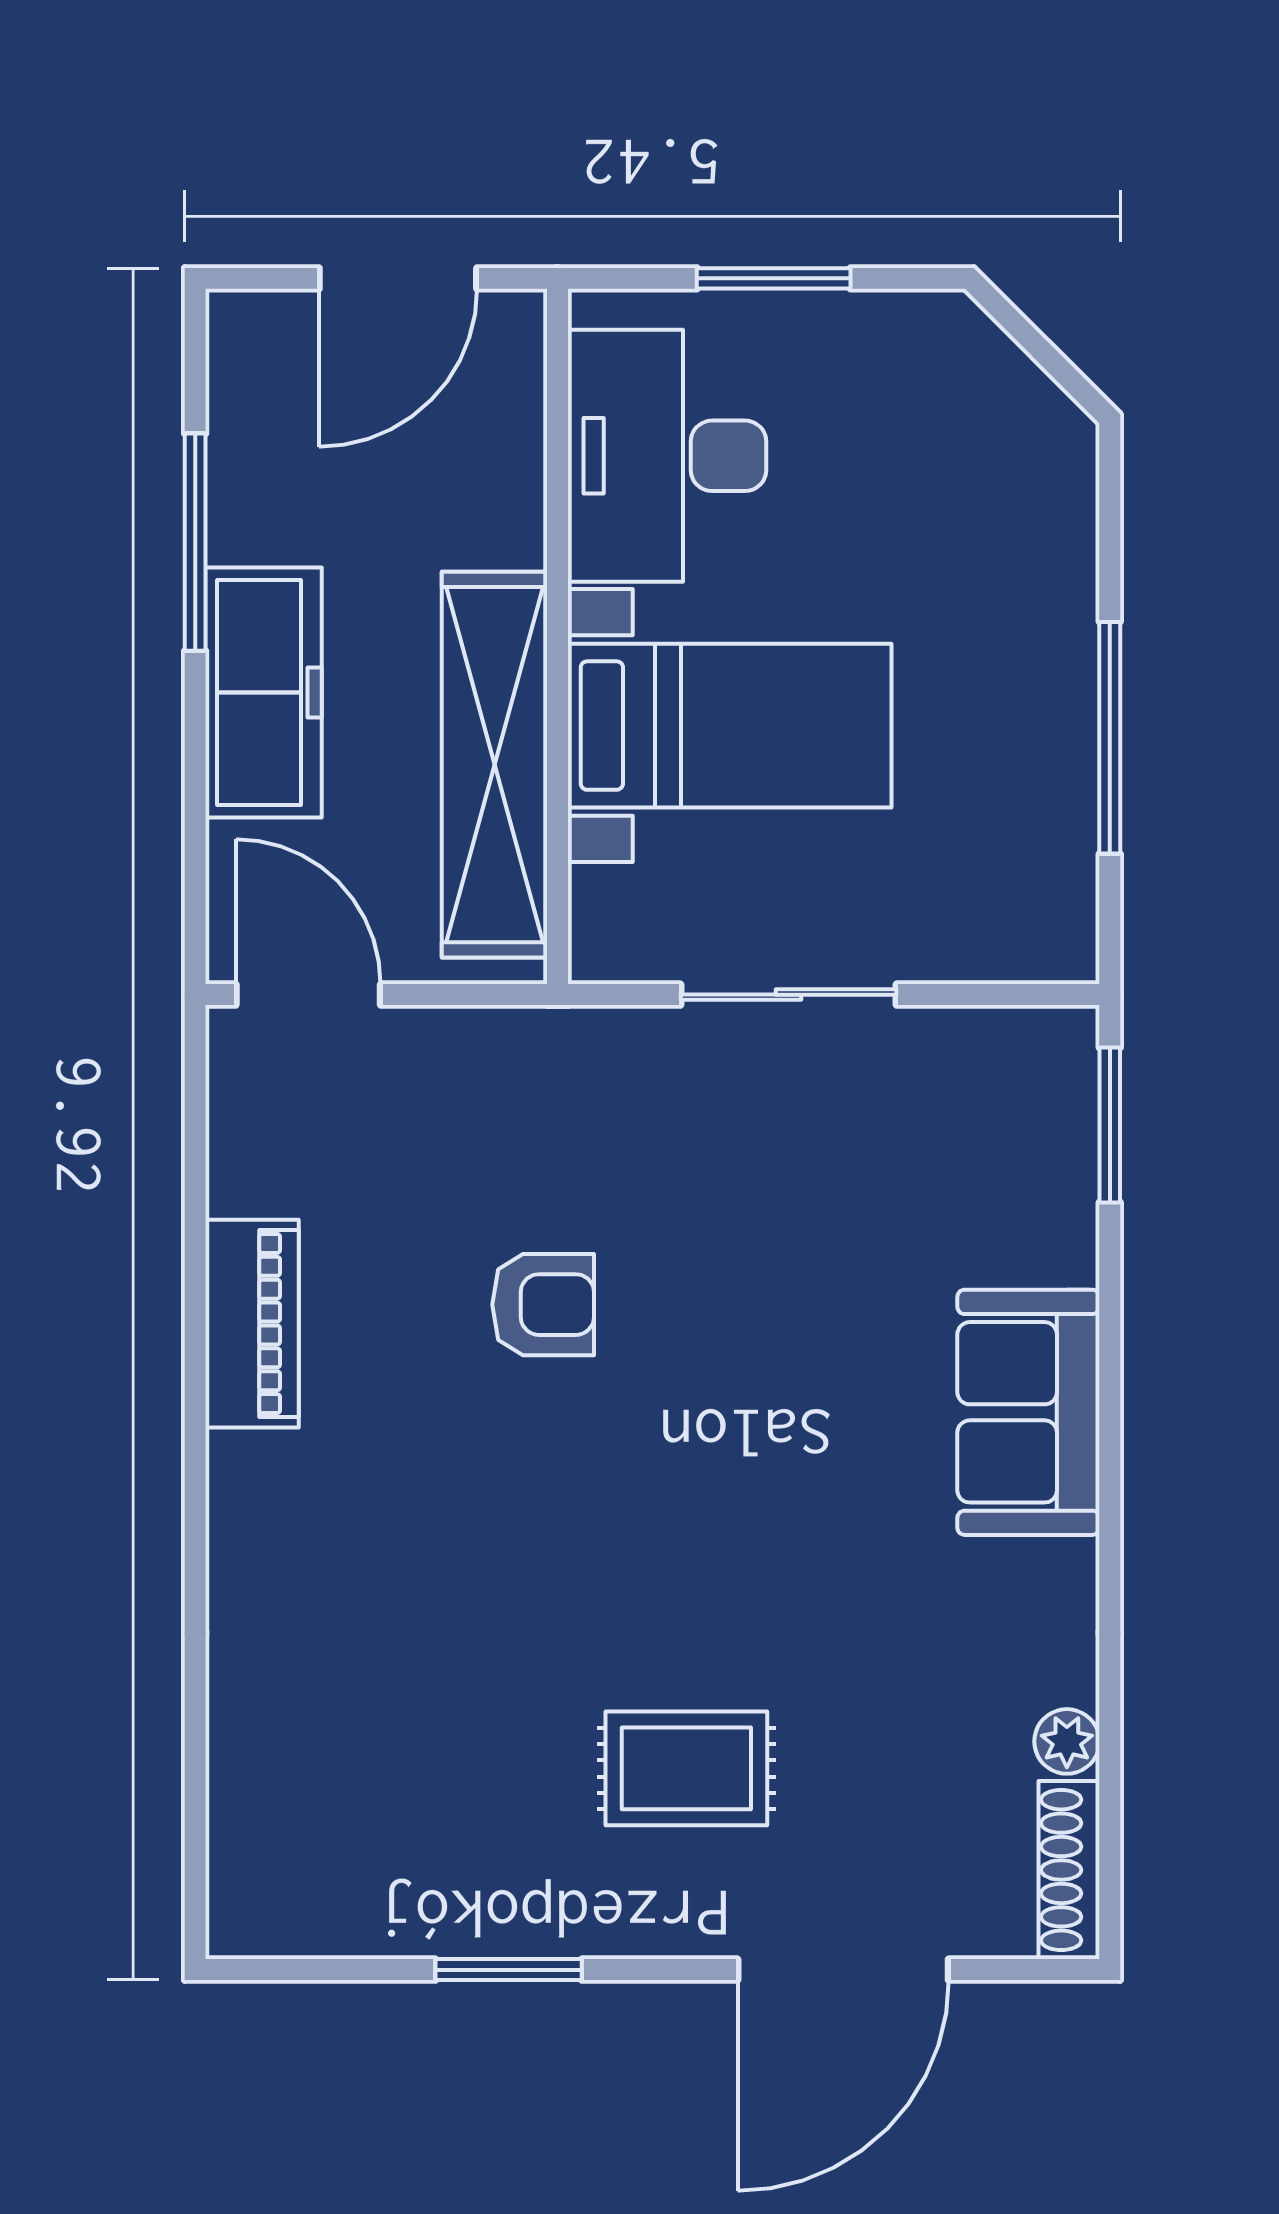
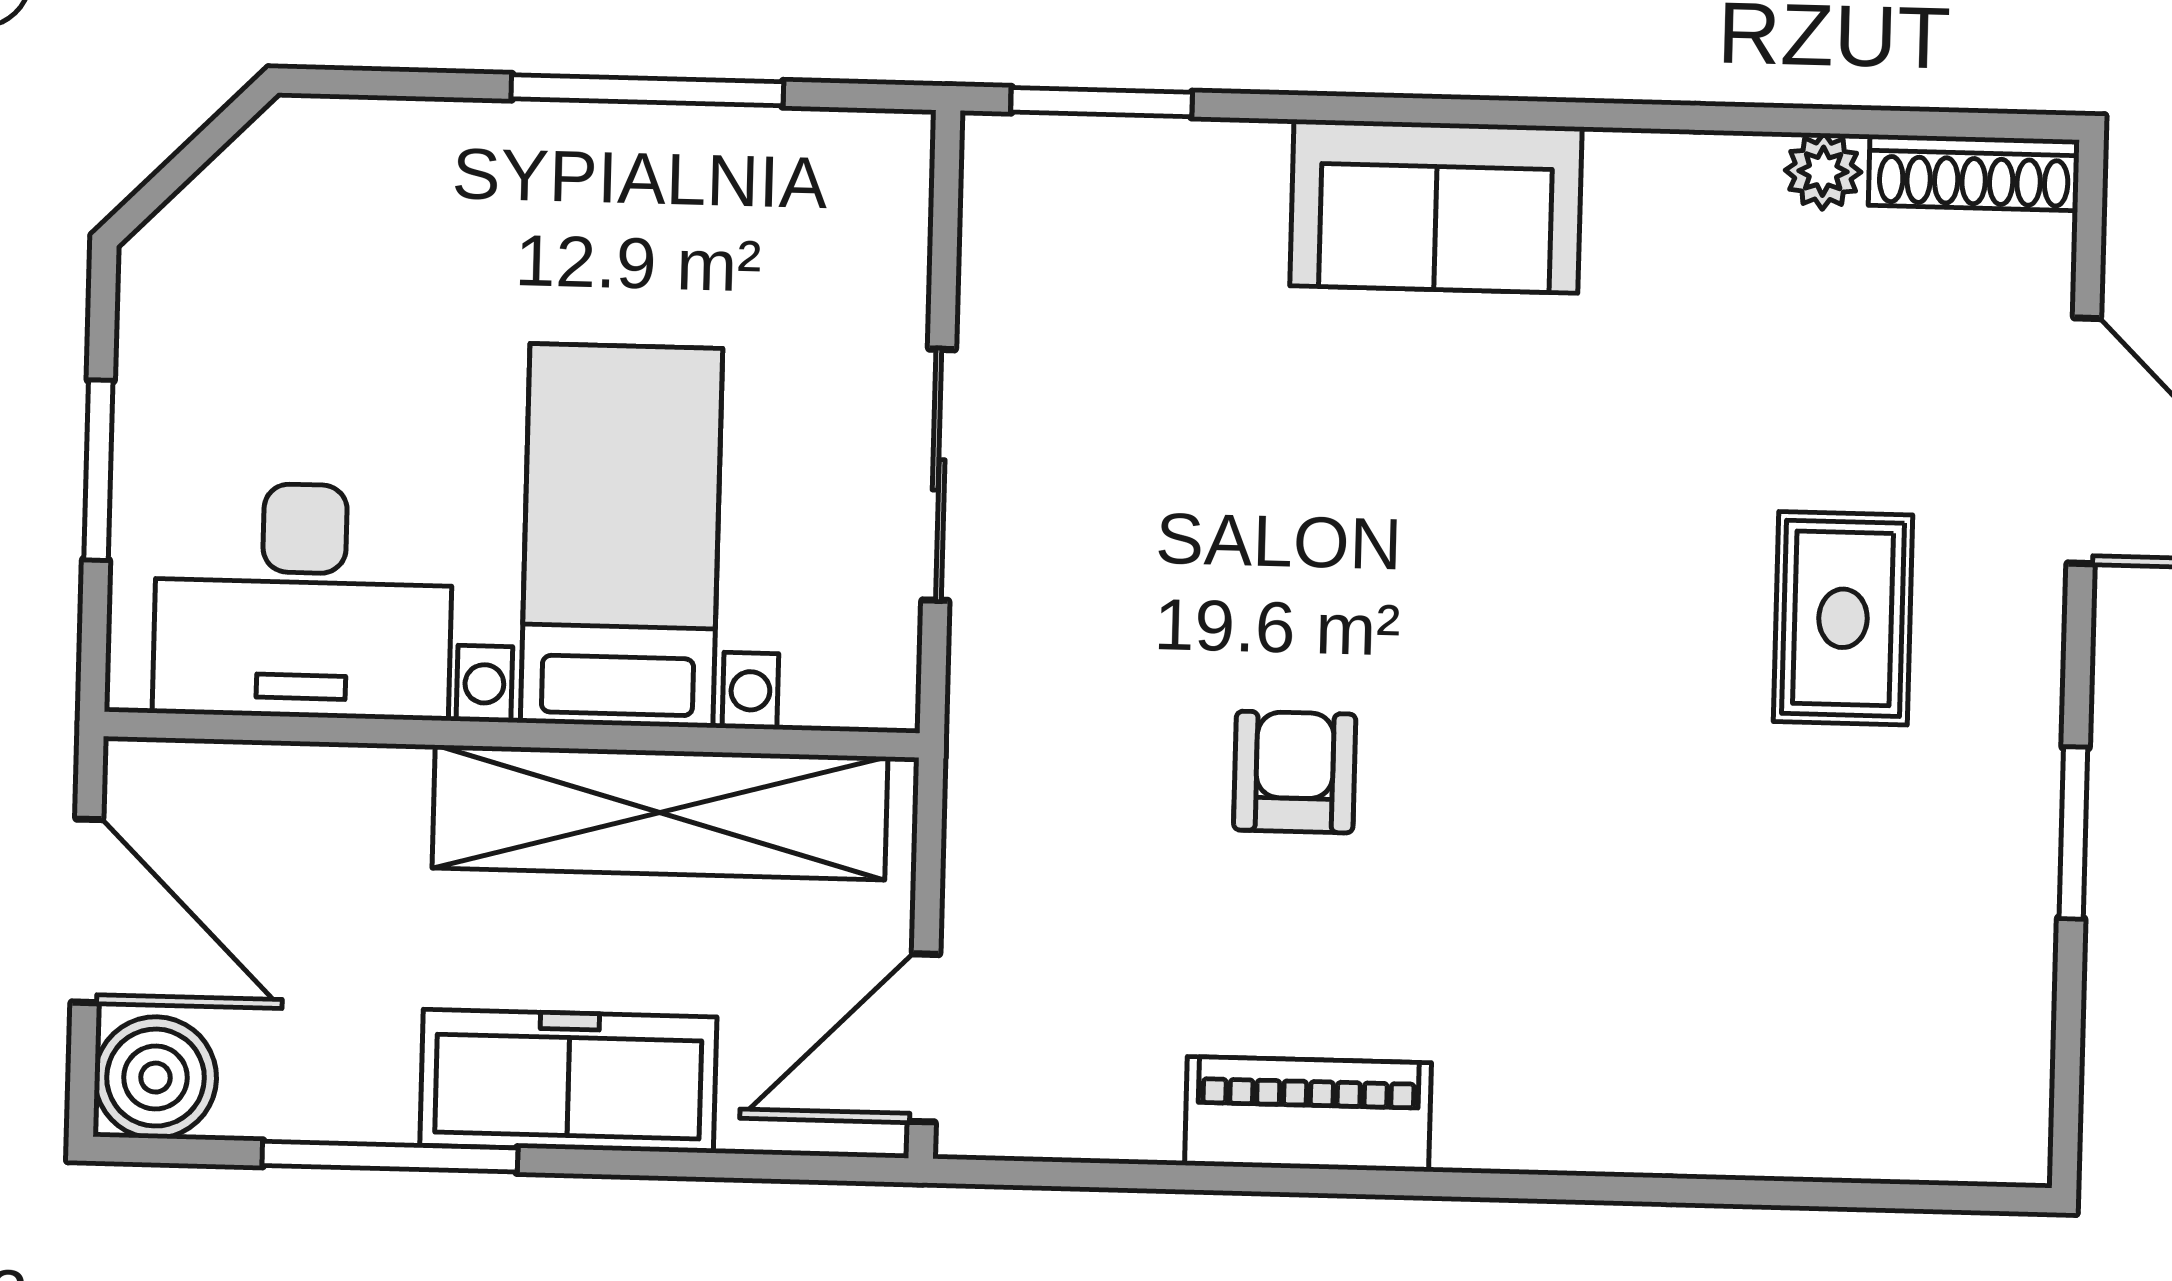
boiler: (257, 341) -> (155, 1078), added

